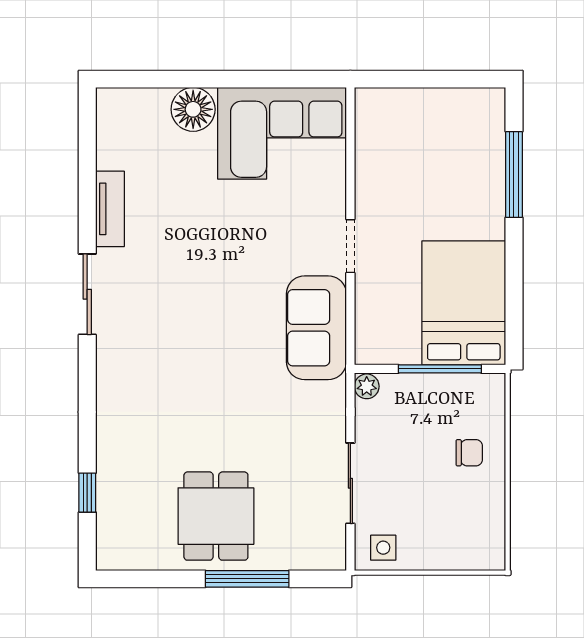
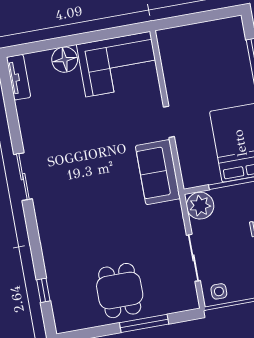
tv unit: (110, 209) -> (19, 77), moved
plant: (367, 386) -> (200, 206), width x1.87, depth x1.87

